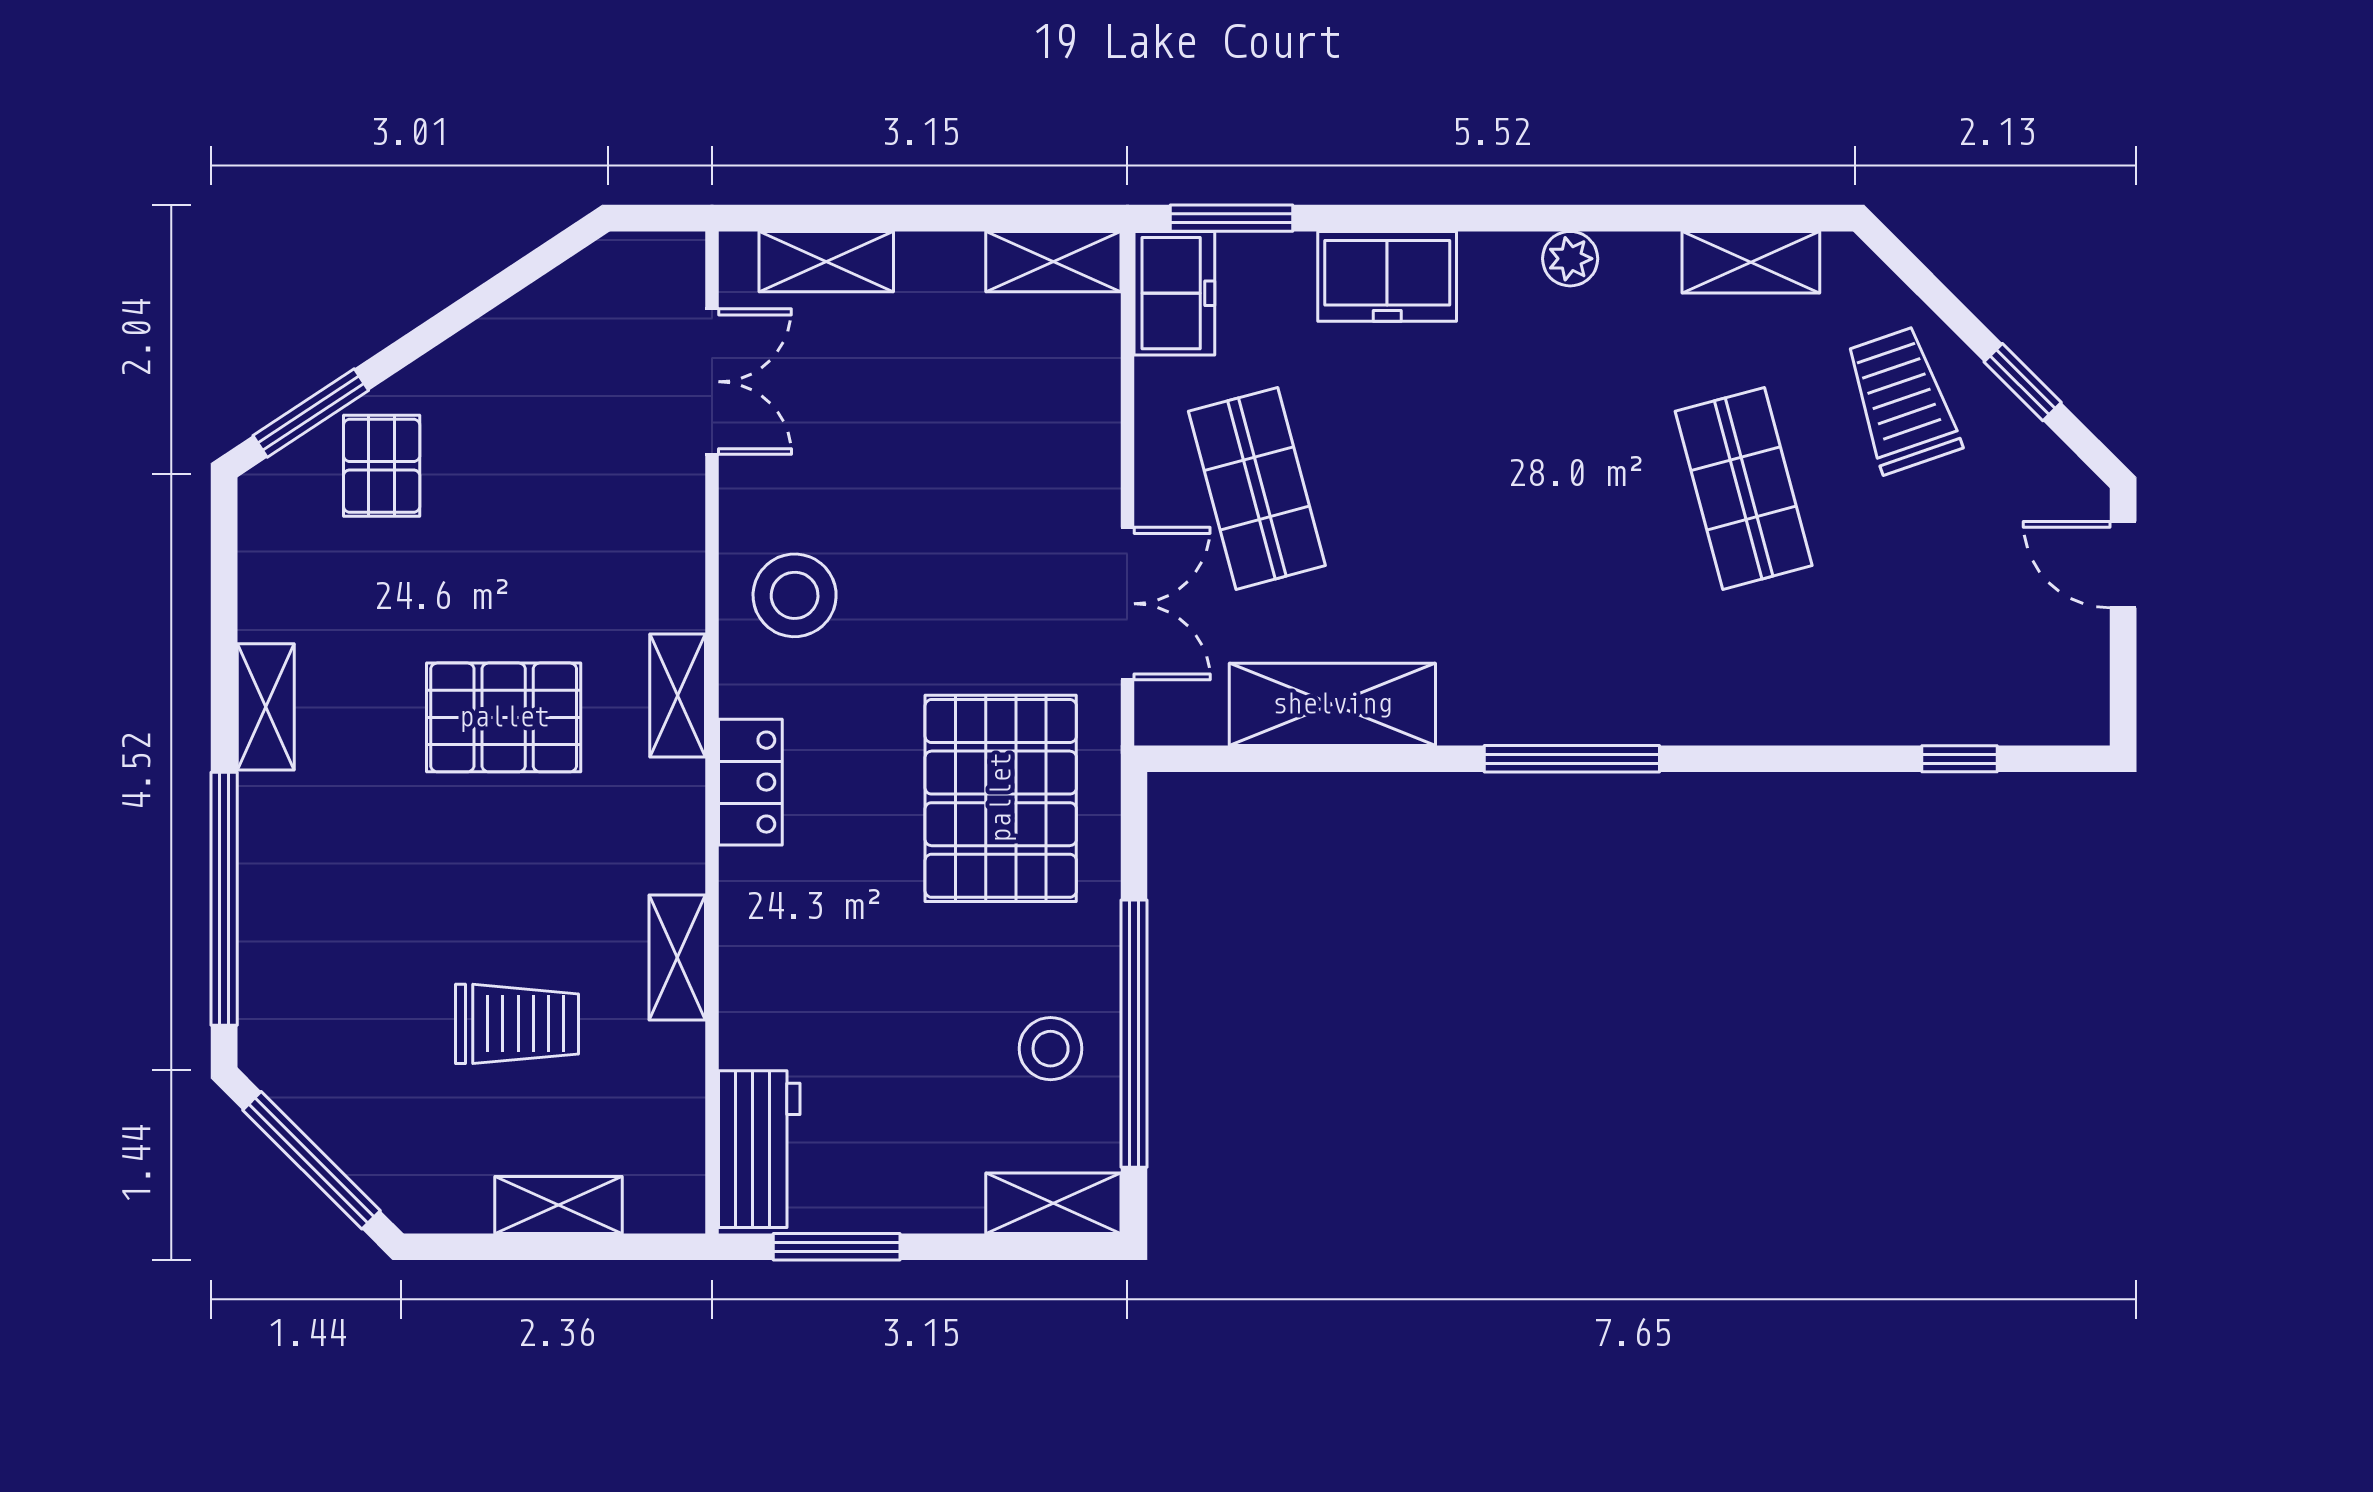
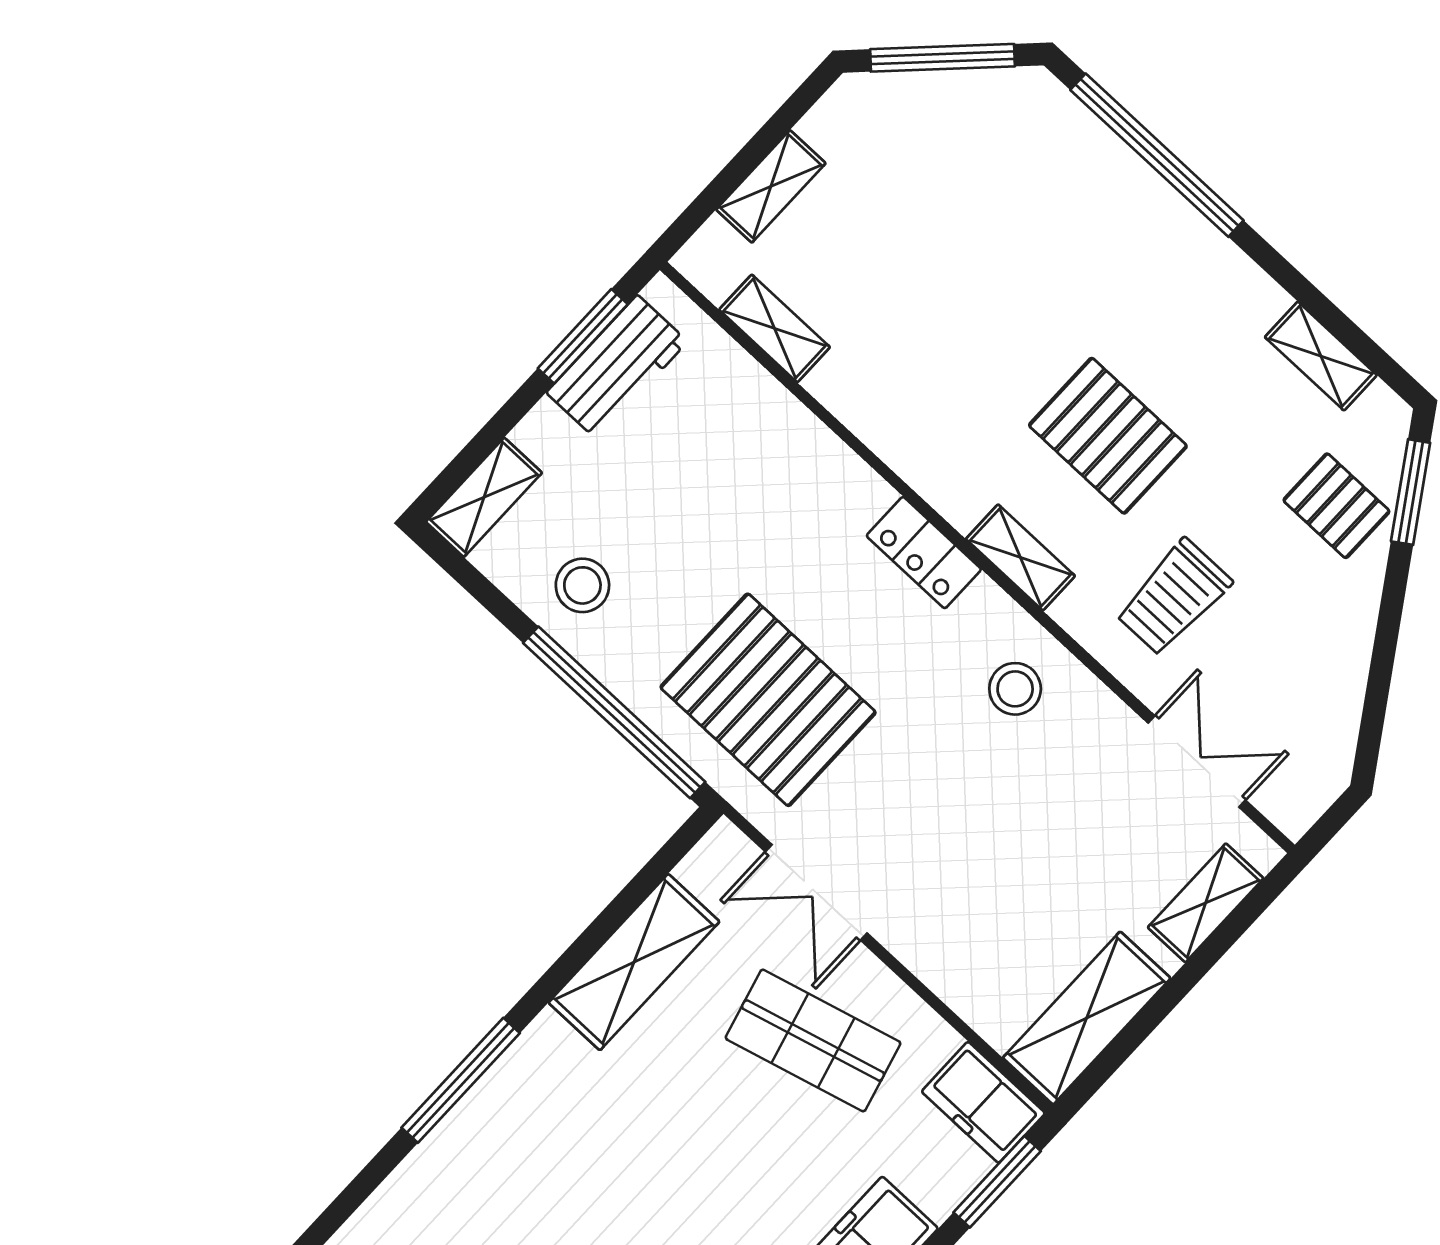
shelving: (1053, 262) -> (1087, 1018), width x1.50, depth x1.33
double door: (712, 382) -> (1197, 761), swing flipped
stool: (795, 595) -> (1015, 689), width x0.73, depth x0.73
shelving: (266, 707) -> (1321, 356), moved
pallet: (504, 717) -> (1108, 436), turned 90
shelving: (677, 958) -> (775, 328), moved
trolley: (517, 1024) -> (1174, 597), moved
window: (1134, 1034) -> (614, 712), moved
workbench: (759, 1149) -> (617, 367), moved, turned -90

